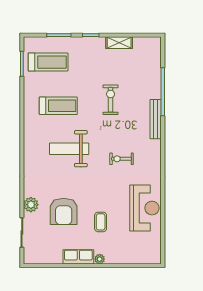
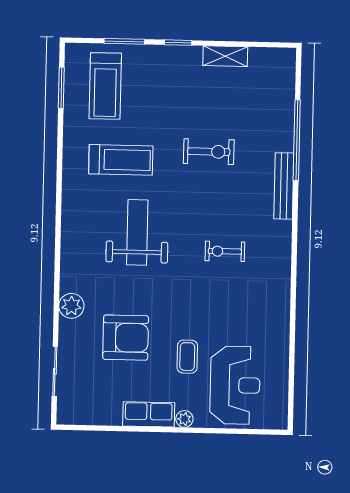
treadmill: (48, 62) -> (105, 86), turned 90
exercise bike: (111, 100) -> (209, 152), turned 90
weight bench: (69, 149) -> (137, 232), turned 90
plant: (31, 205) -> (71, 306), moved
reception desk: (144, 208) -> (235, 385), moved
armchair: (64, 211) -> (126, 338), turned -90

